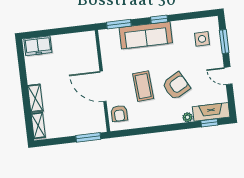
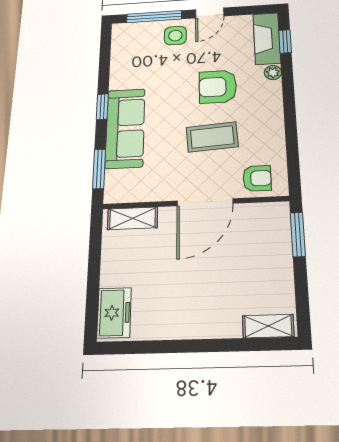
side table: (202, 39) -> (175, 36), moved
window: (224, 42) -> (154, 17), width x1.44
armchair: (176, 86) -> (218, 87), turned -61
shelving: (35, 98) -> (133, 218), moved

